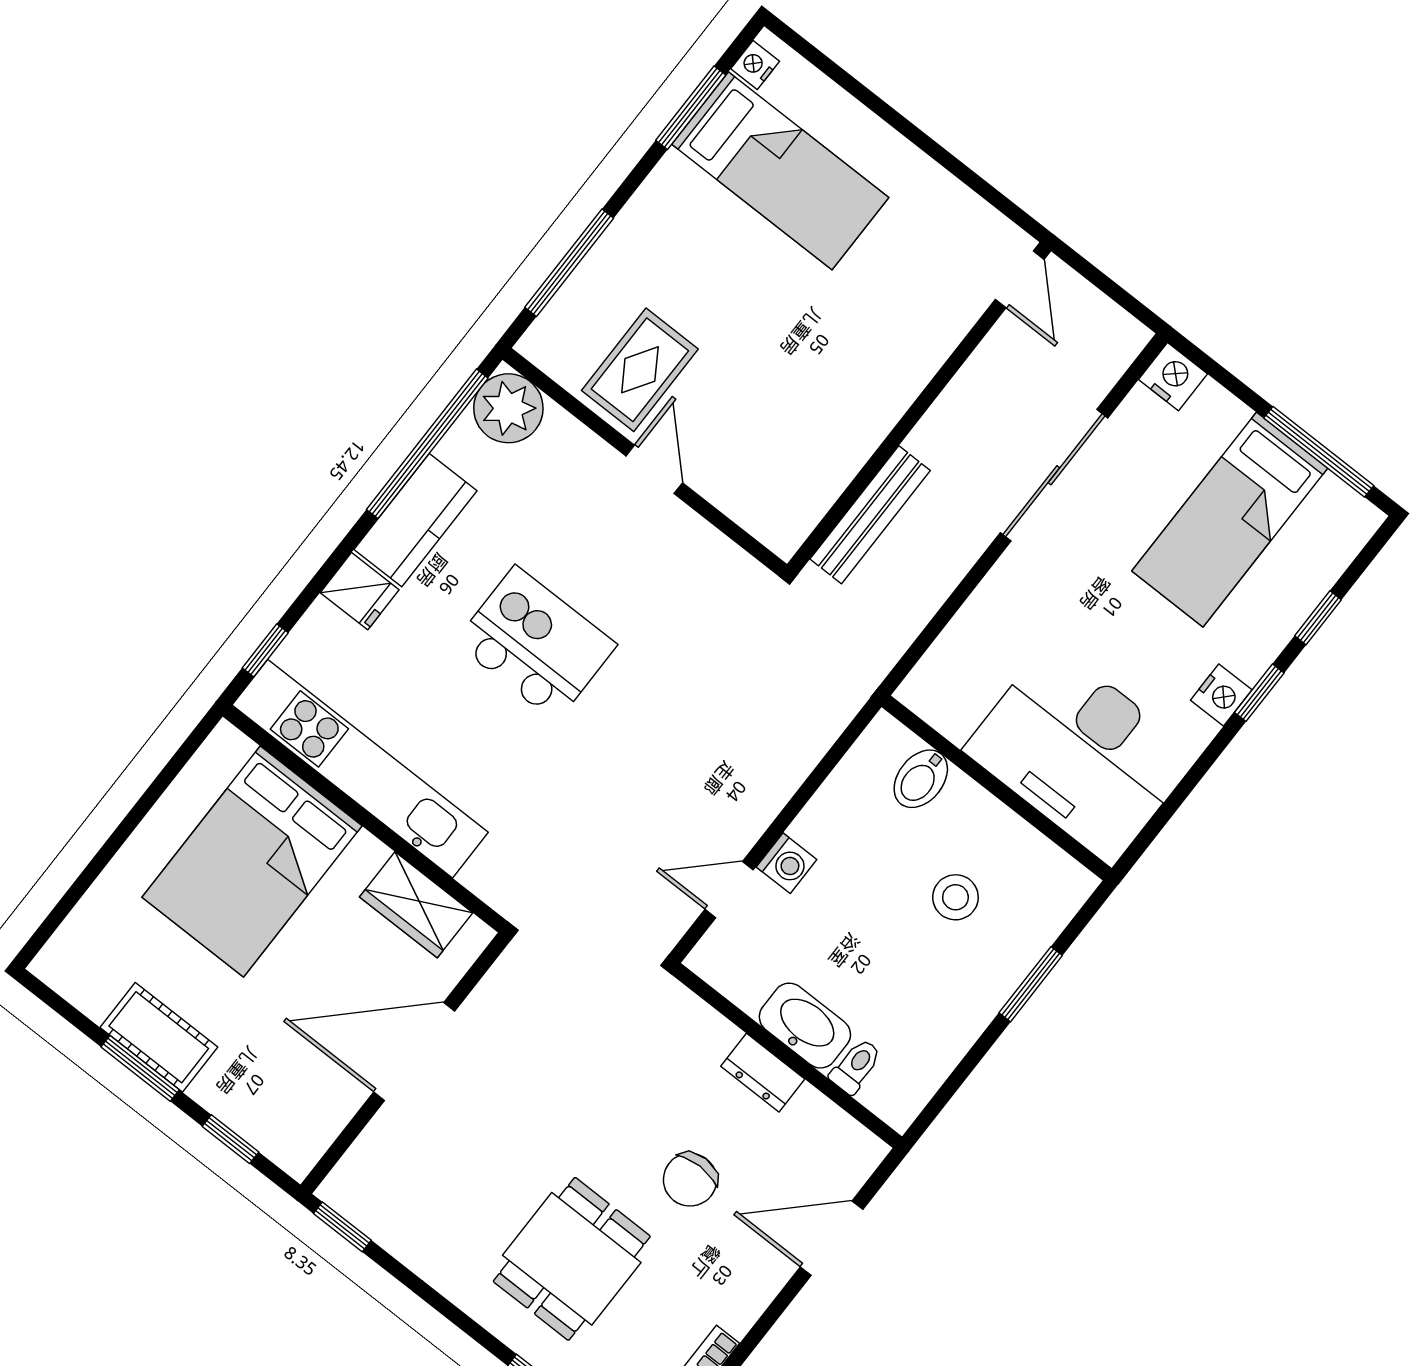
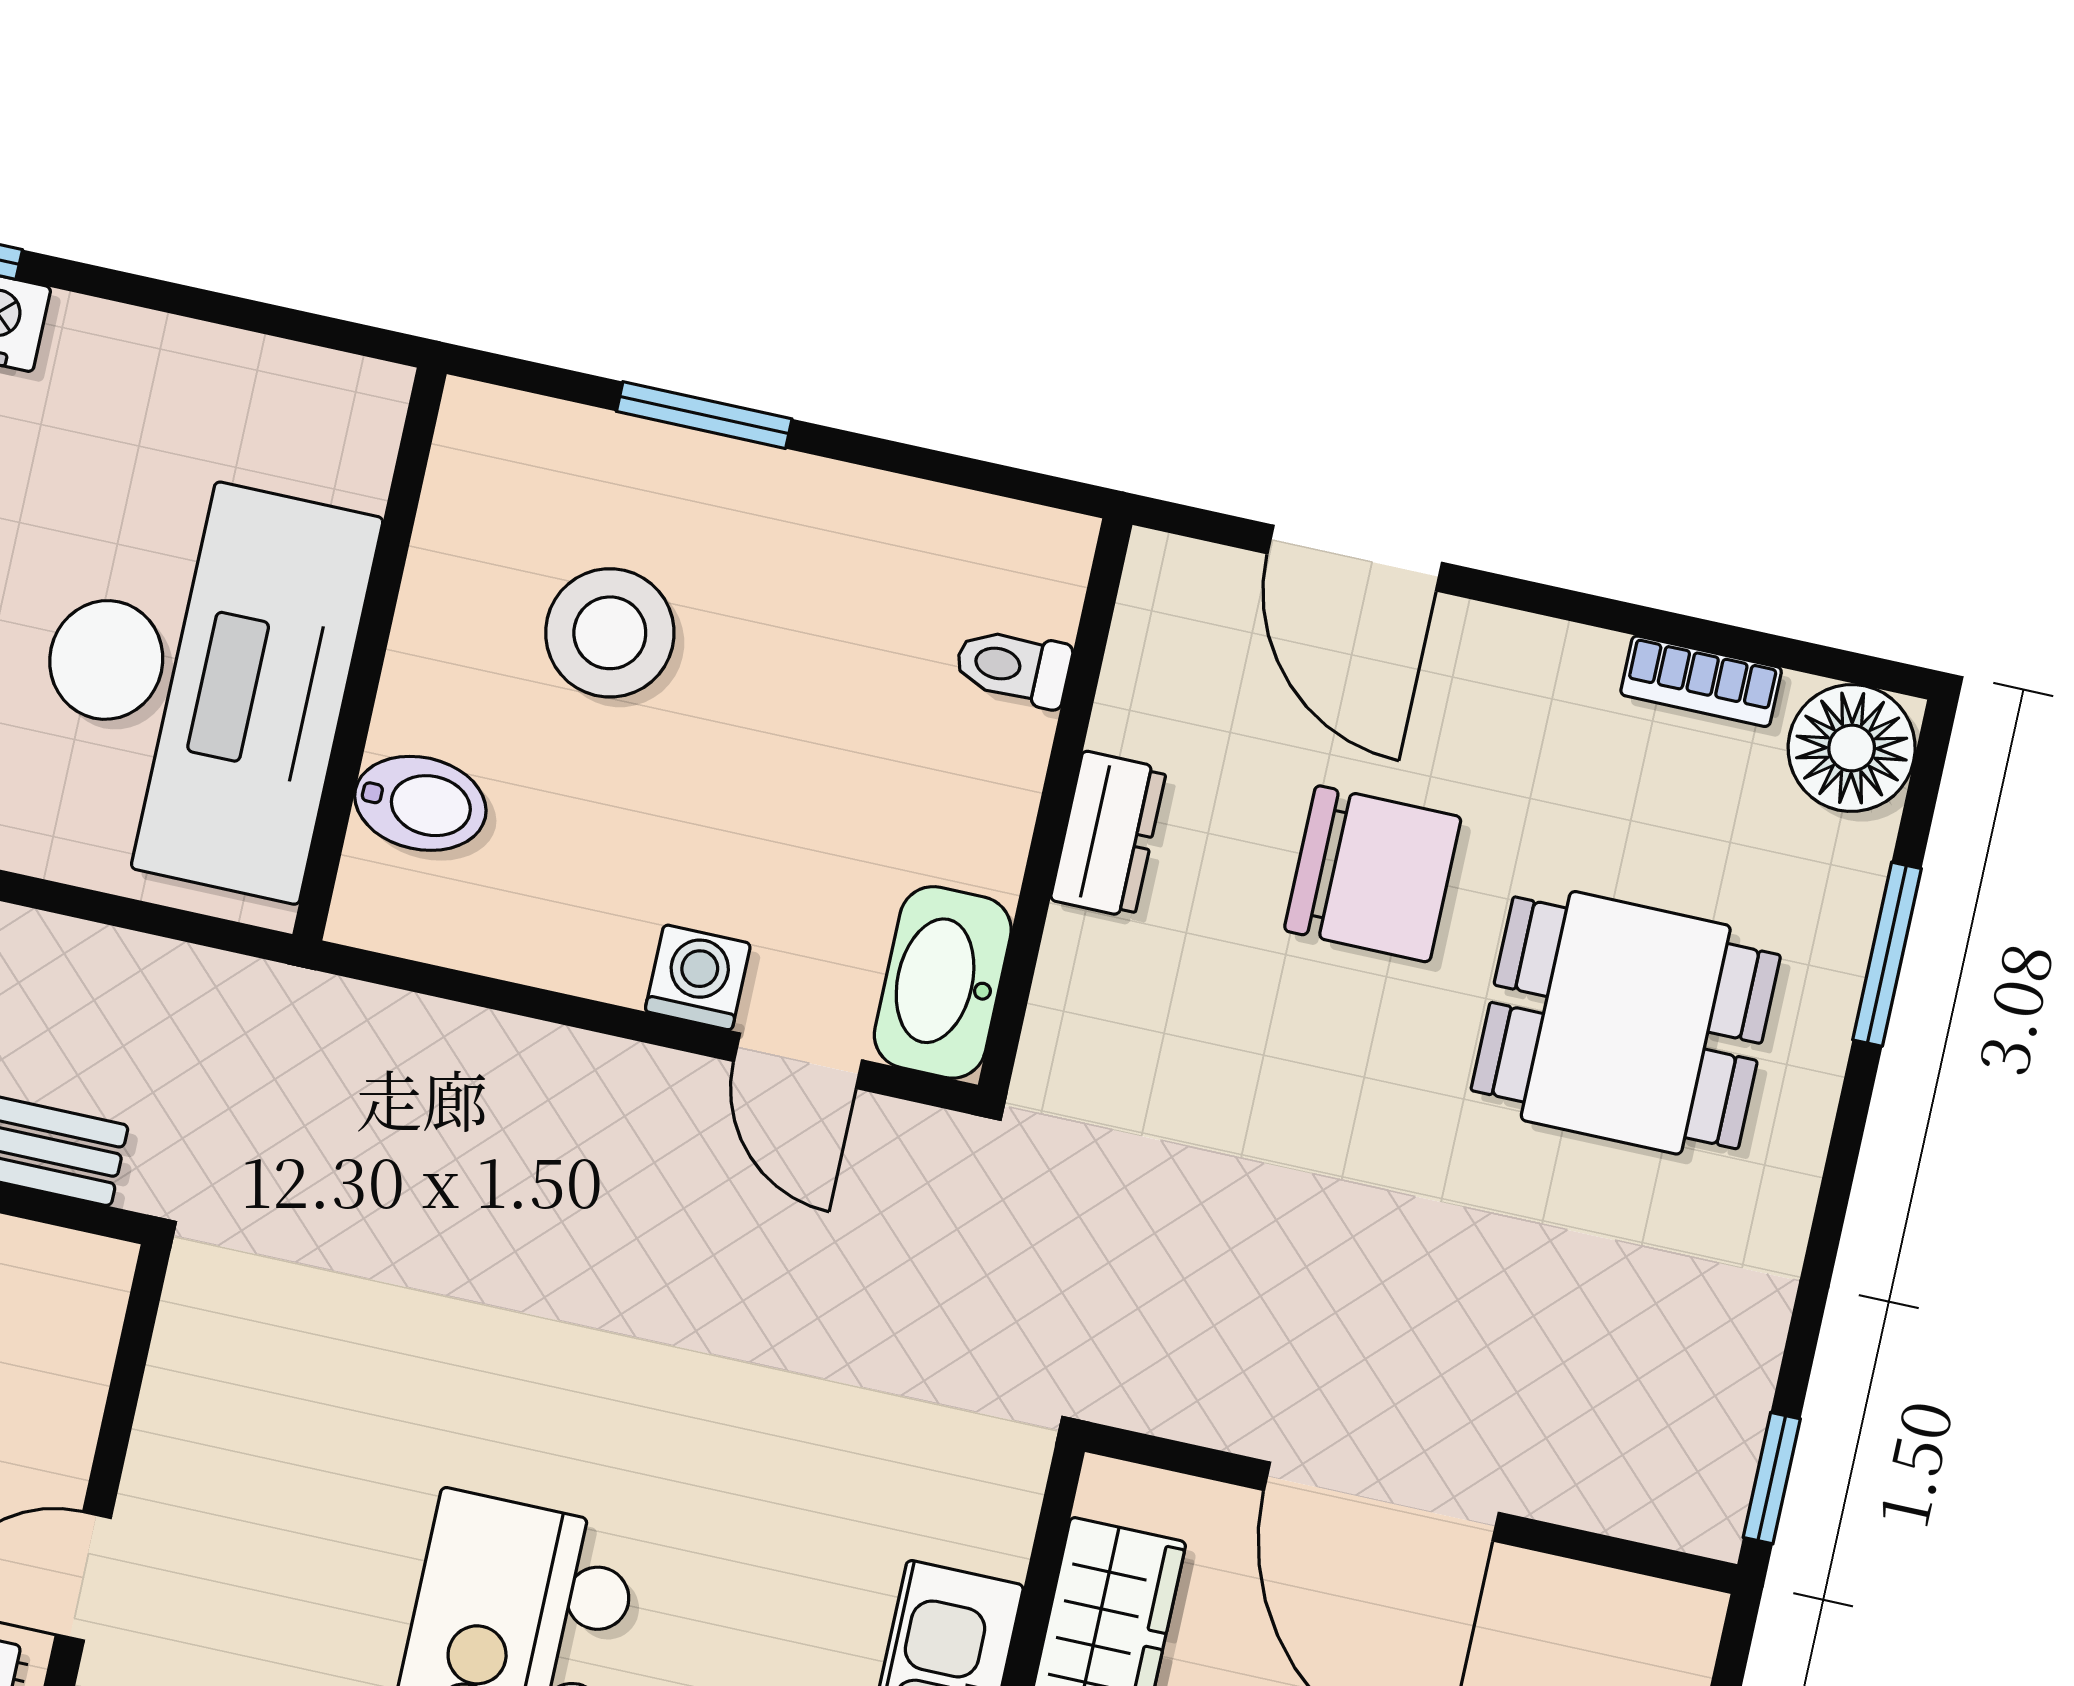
desk: (1081, 753) -> (196, 680), moved
stool: (955, 897) -> (610, 633), width x1.38, depth x1.38
washbasin: (805, 1026) -> (943, 982), moved
chair: (690, 1180) -> (1373, 874), width x1.37, depth x1.37

